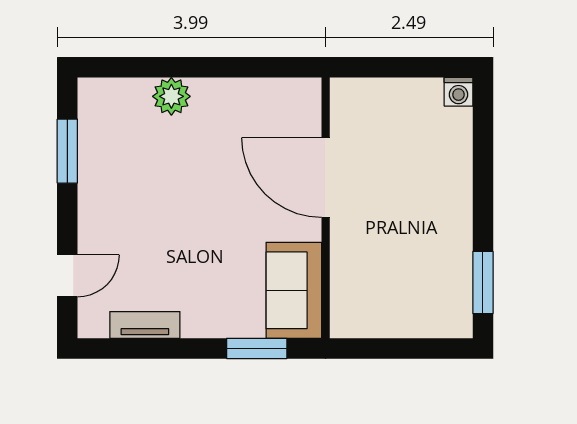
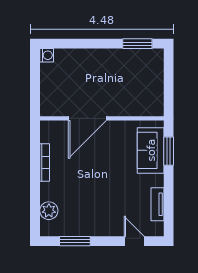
bookcase: (233, 88) -> (45, 162), added
plant: (171, 96) -> (49, 211), moved
sofa: (294, 290) -> (151, 150), moved, turned 90

